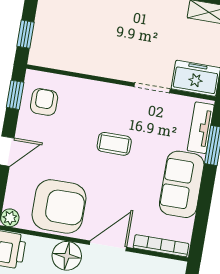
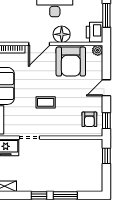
armchair: (59, 206) -> (71, 62), turned -90

